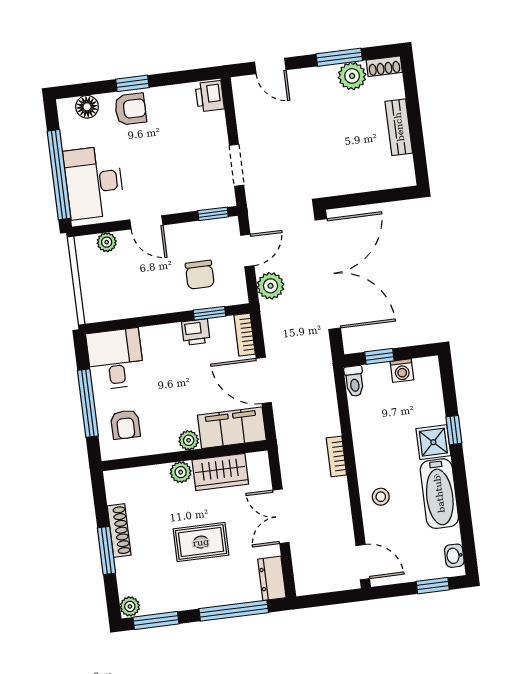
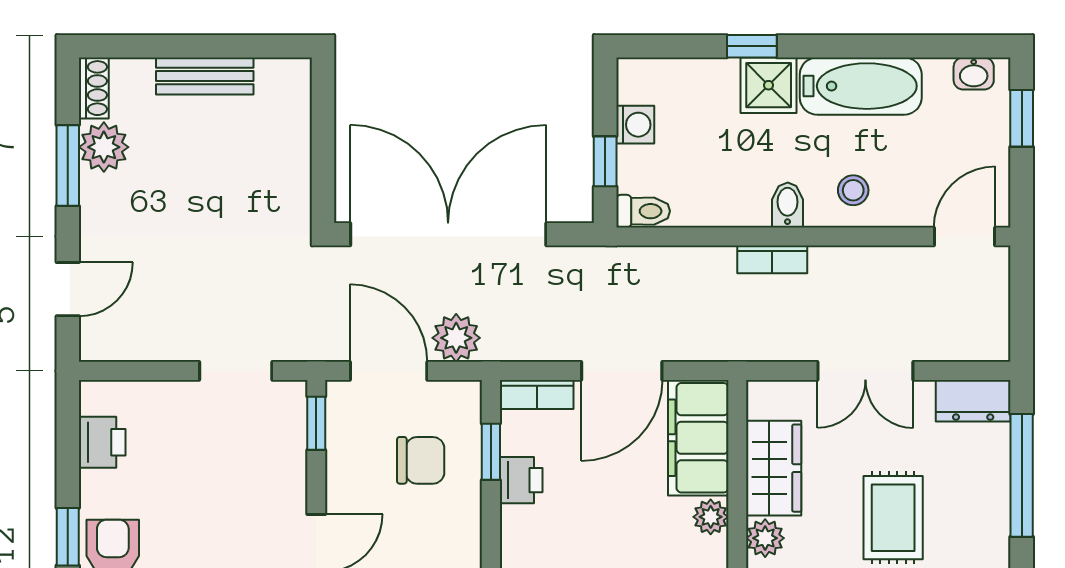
printer: (210, 96) -> (102, 442), moved, turned -90
door: (247, 251) -> (389, 371), width x1.38
bidet: (368, 461) -> (788, 205), added

